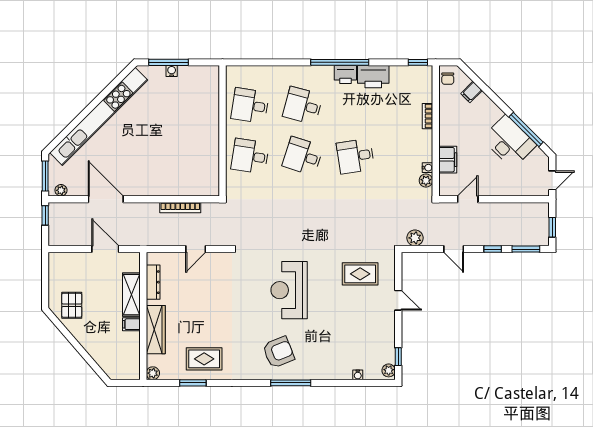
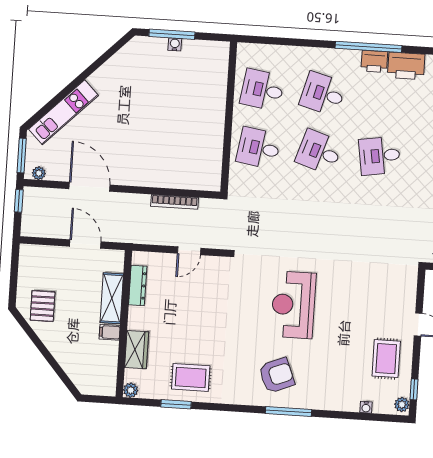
kitchen unit: (99, 116) -> (64, 112), width x0.54
rug: (360, 274) -> (386, 359), moved, turned 90
wardrobe: (156, 330) -> (137, 350), width x0.67

